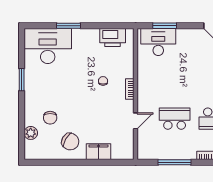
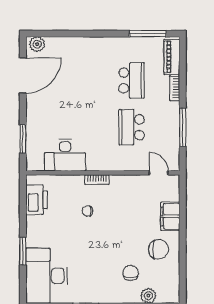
desk: (158, 42) -> (65, 155), moved, turned -90
chair: (50, 118) -> (131, 273), turned -90
door: (136, 121) -> (159, 173), moved
chair: (70, 142) -> (159, 249), turned 60

